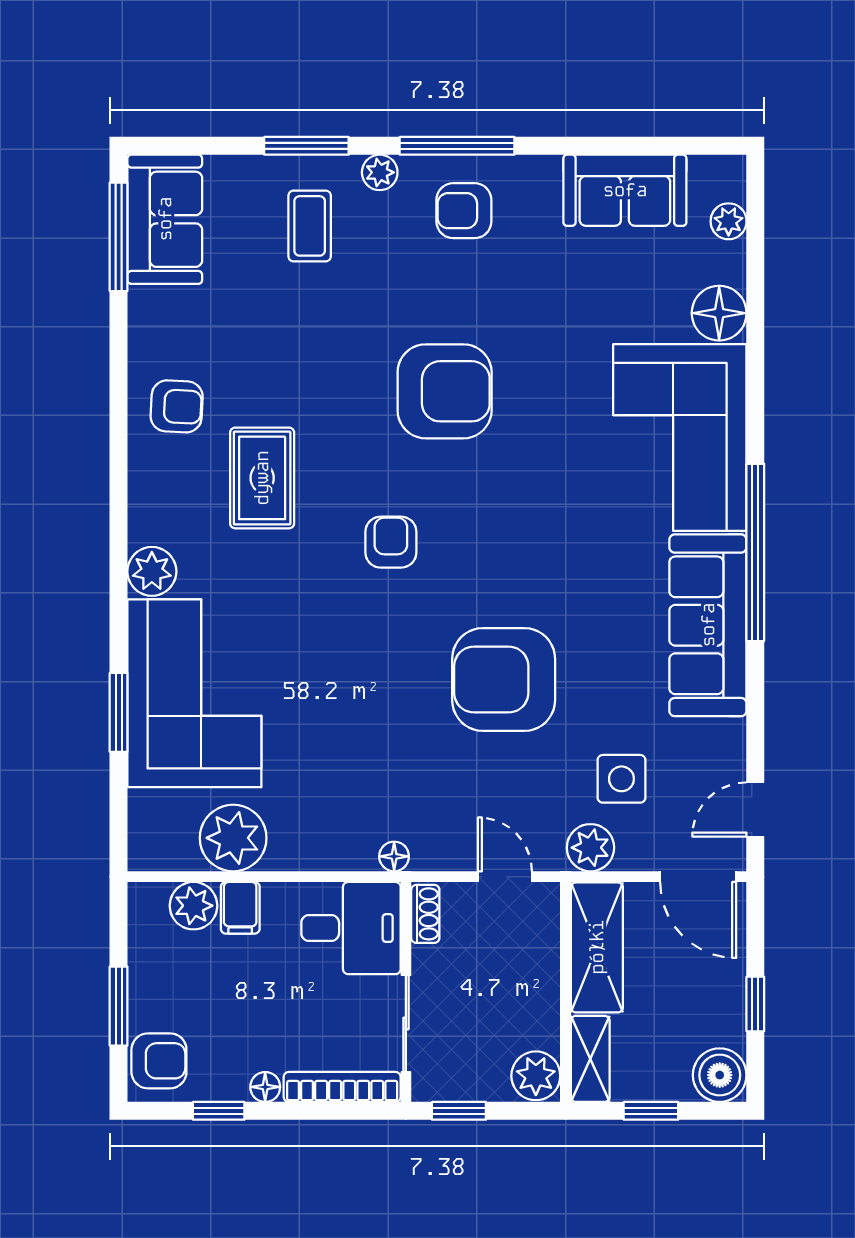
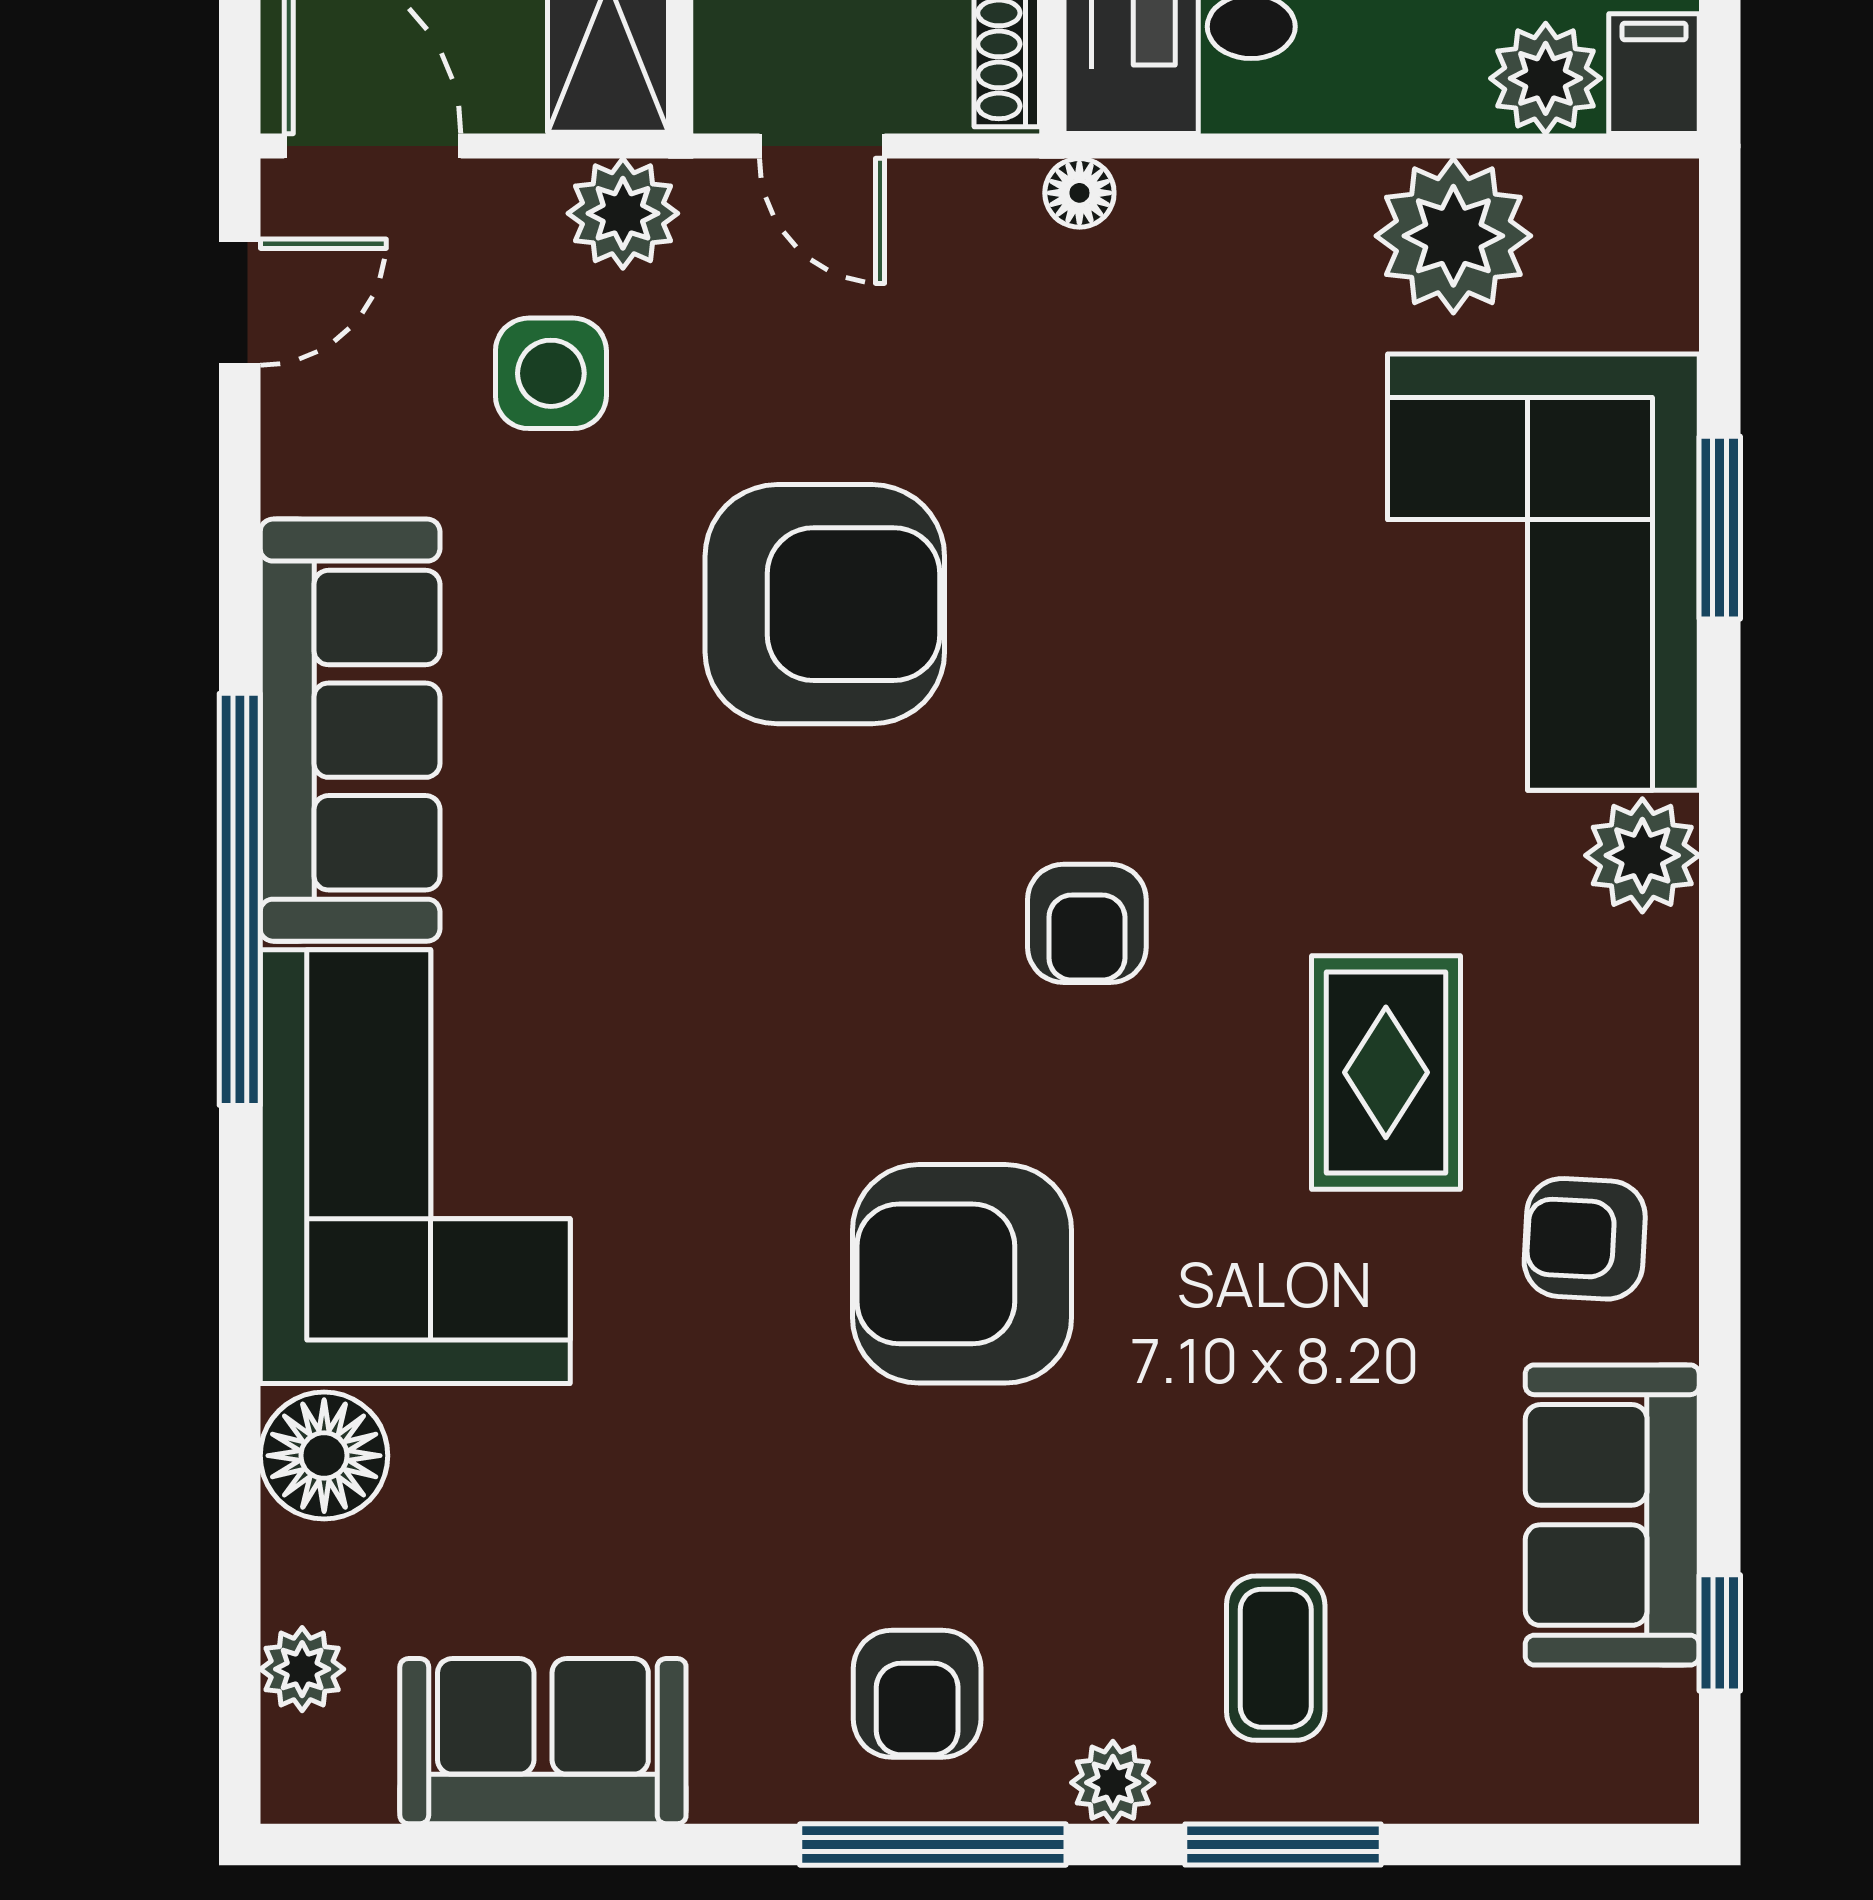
armchair: (464, 211) -> (917, 1694), turned 90
sofa: (165, 219) -> (1612, 1515), moved
window: (119, 237) -> (1720, 1633), width x0.46
filing cabinet: (240, 908) -> (1654, 74), moved

